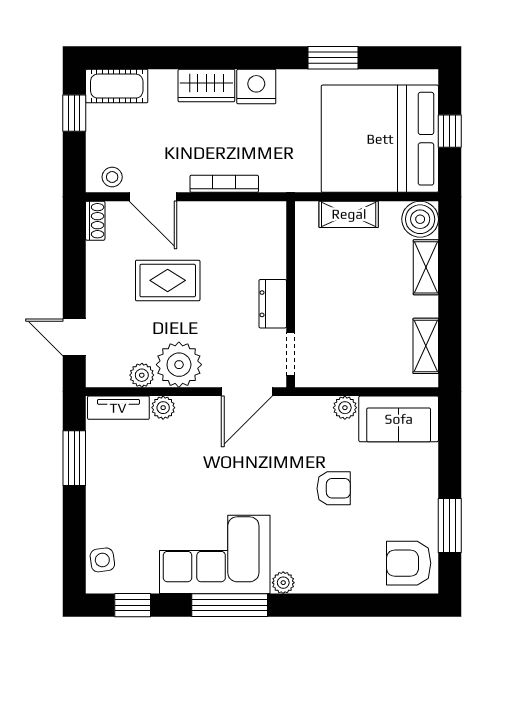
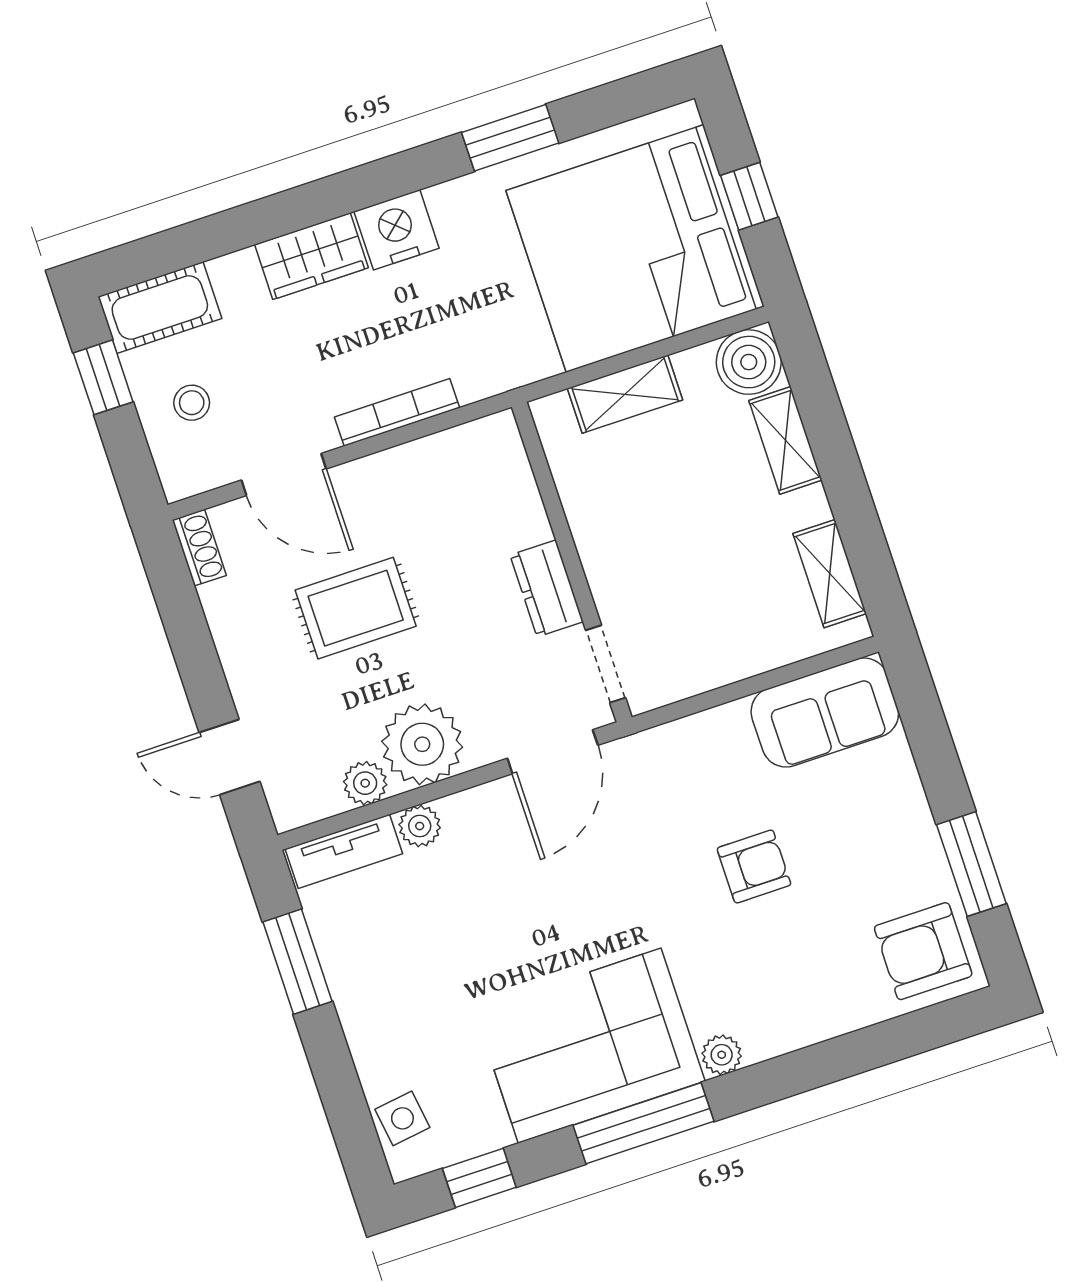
stool: (112, 177) -> (192, 403), moved
plant: (345, 408) -> (728, 724), removed

